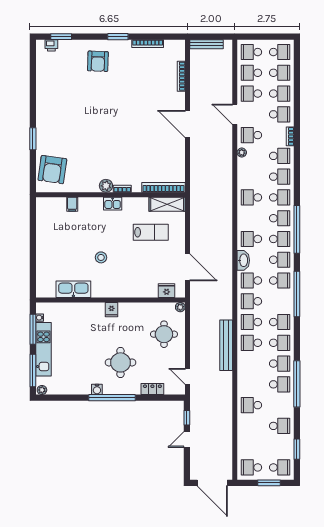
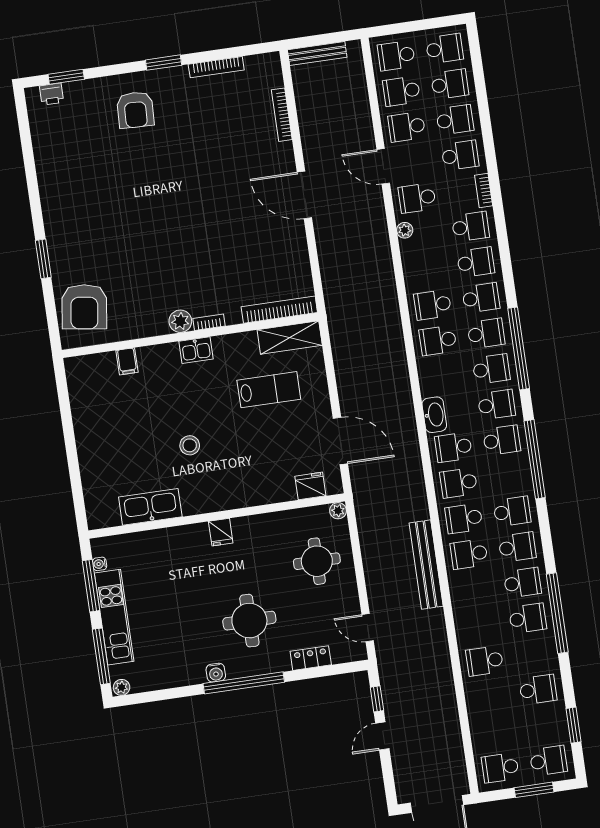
school desk: (251, 239) -> (438, 340), moved

